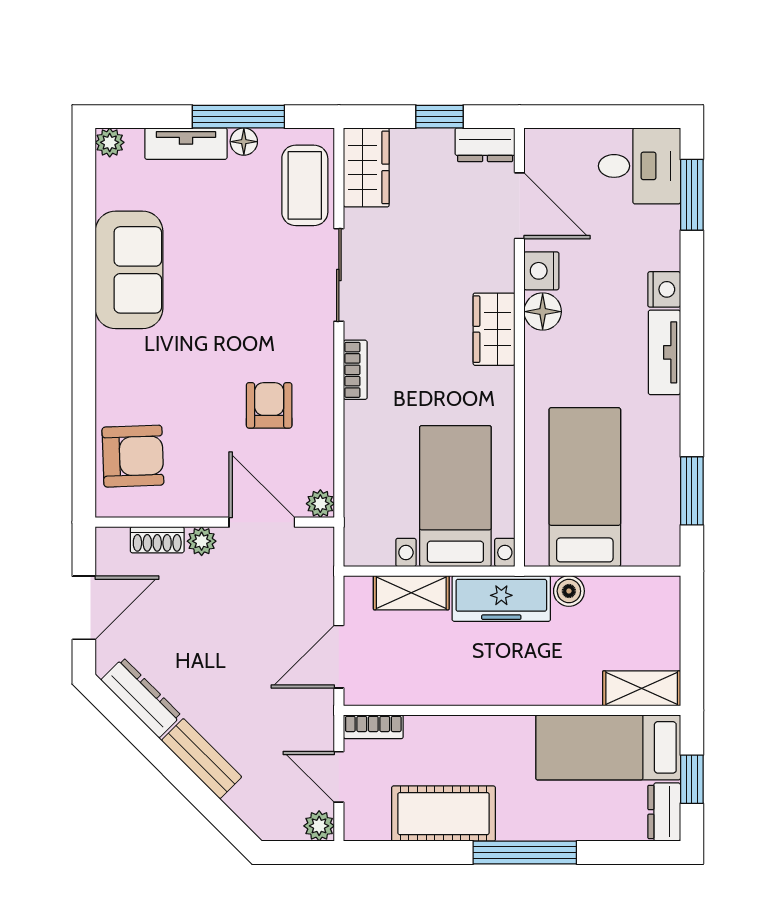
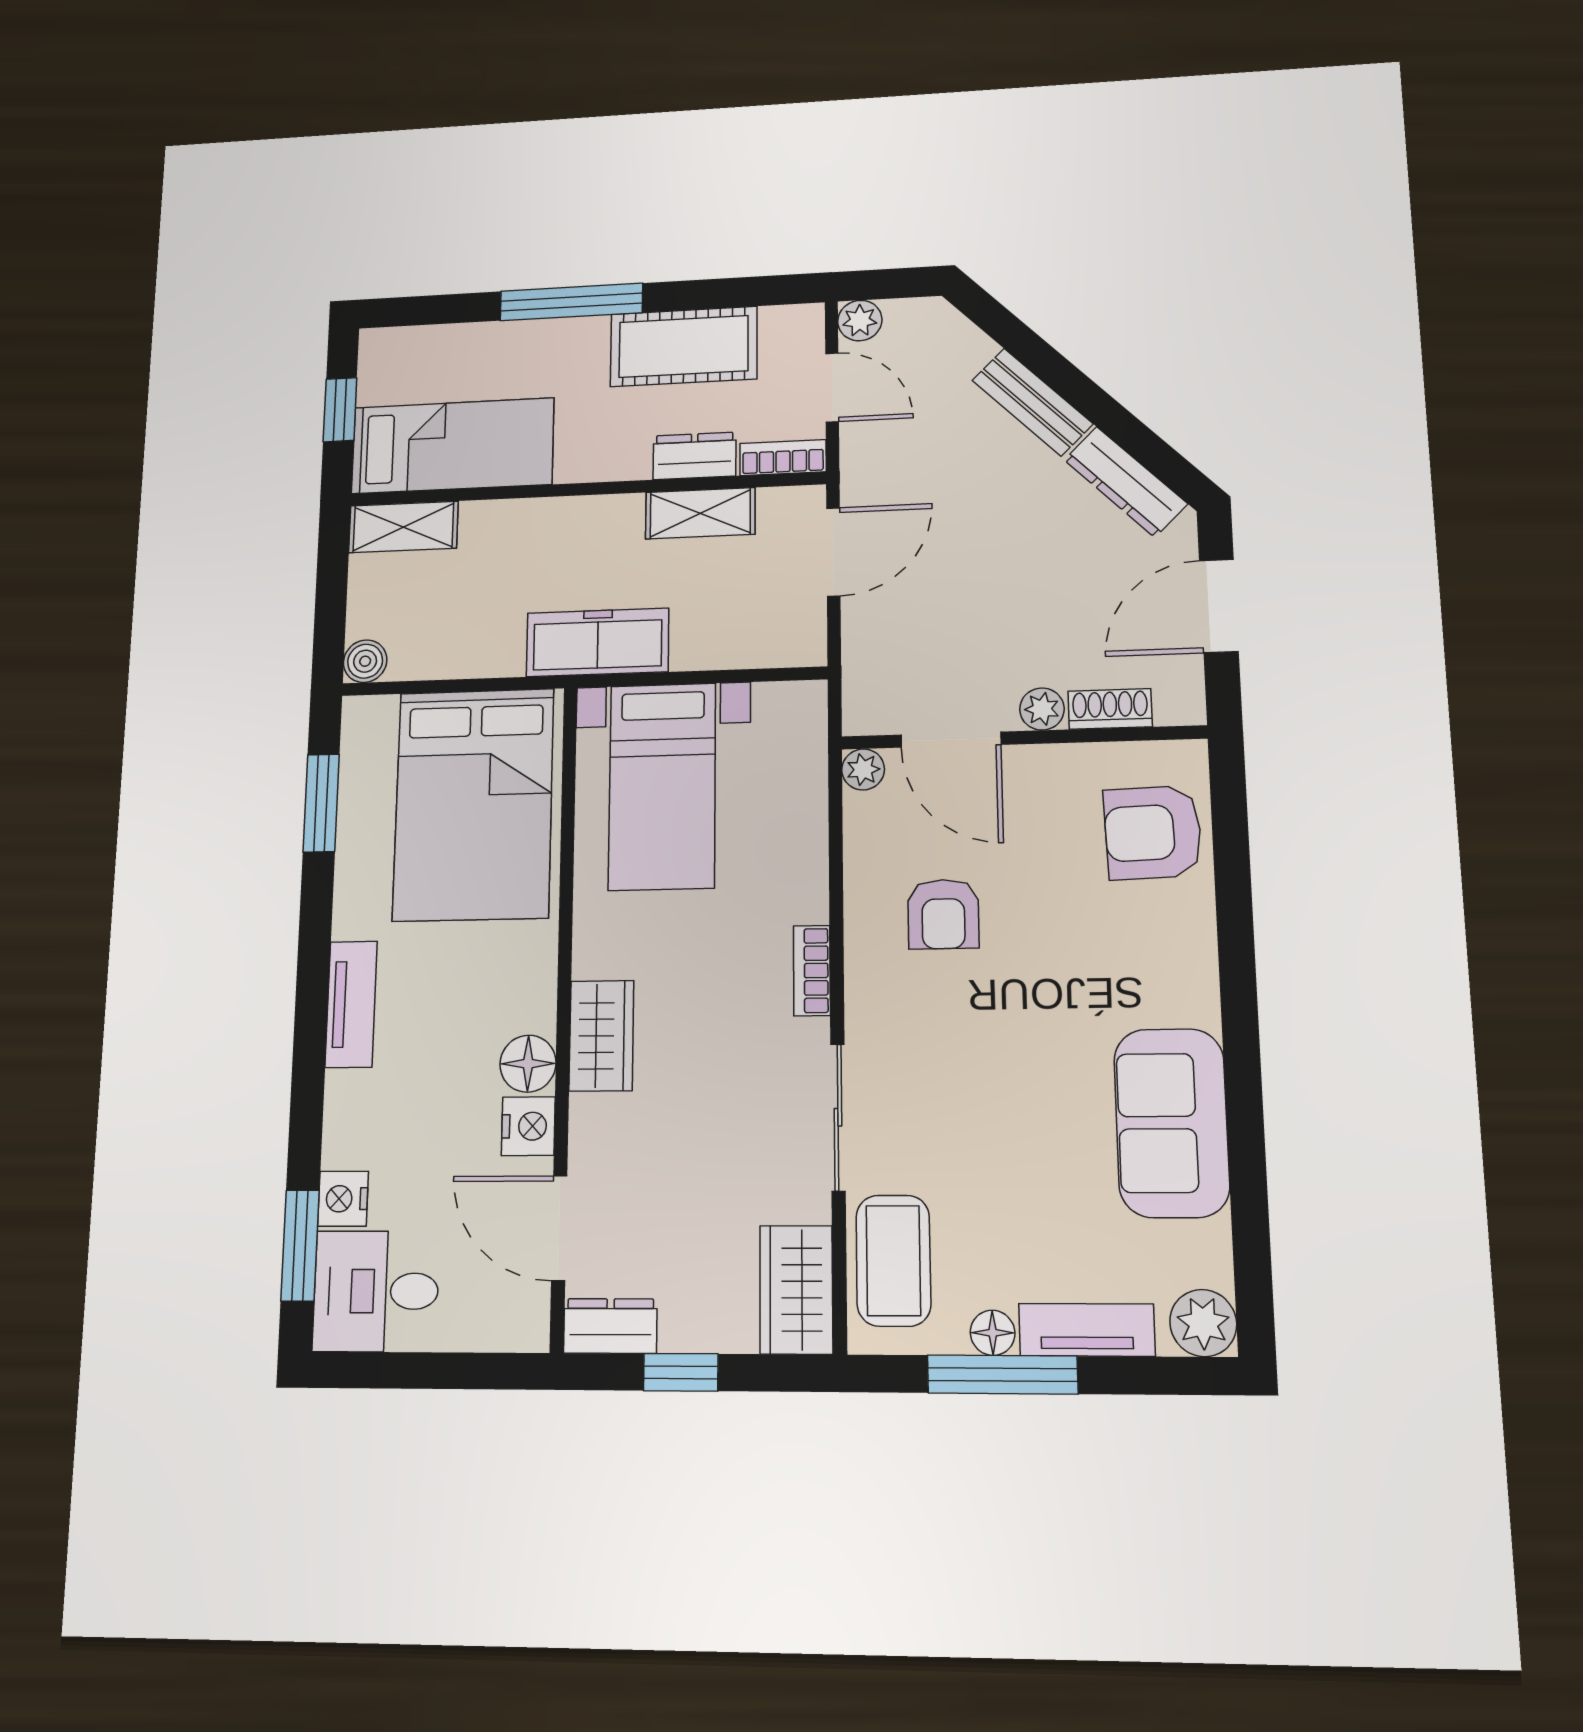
plant: (110, 142) -> (1203, 1323), width x1.38, depth x1.38
nightstand: (664, 289) -> (343, 1199), moved
bed: (585, 487) -> (474, 804), width x1.50
boiler: (569, 591) -> (365, 661), moved
shelving: (411, 593) -> (700, 513), moved
dresser: (664, 812) -> (694, 456), moved, turned -90

